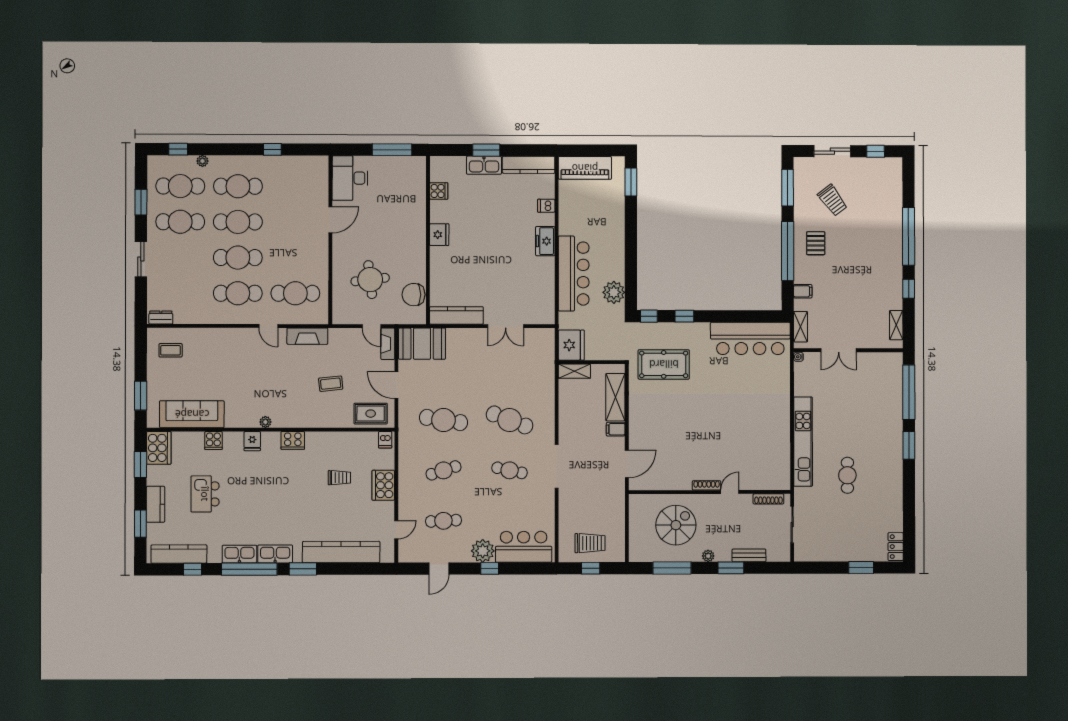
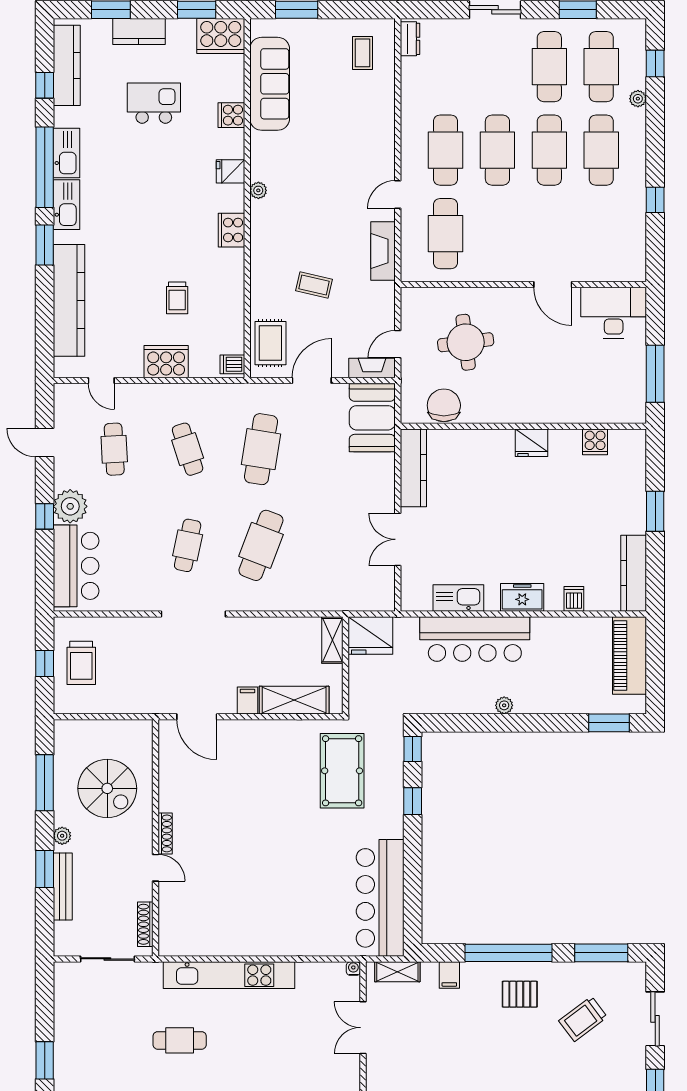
kitchen sink: (484, 165) -> (458, 598), moved, turned 90
plant: (614, 292) -> (504, 705), moved, width x0.53, depth x0.53
coffee table: (331, 384) -> (314, 285), turned -71
bench: (749, 555) -> (63, 887), width x1.36

